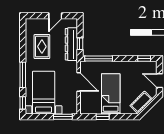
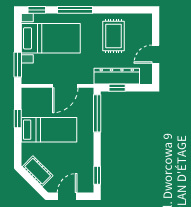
door: (55, 16) -> (156, 54), hinge flipped
rug: (42, 47) -> (114, 36), turned 90

